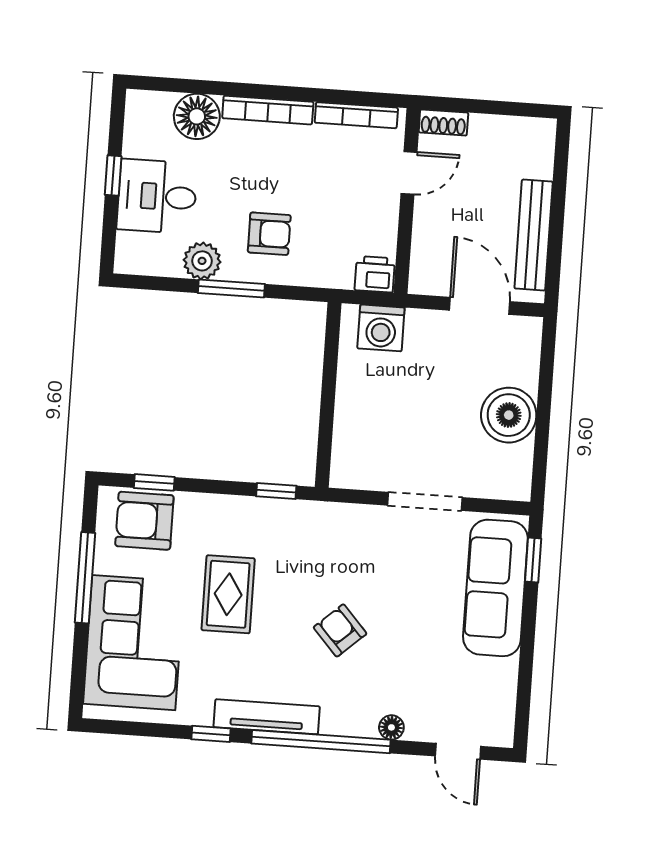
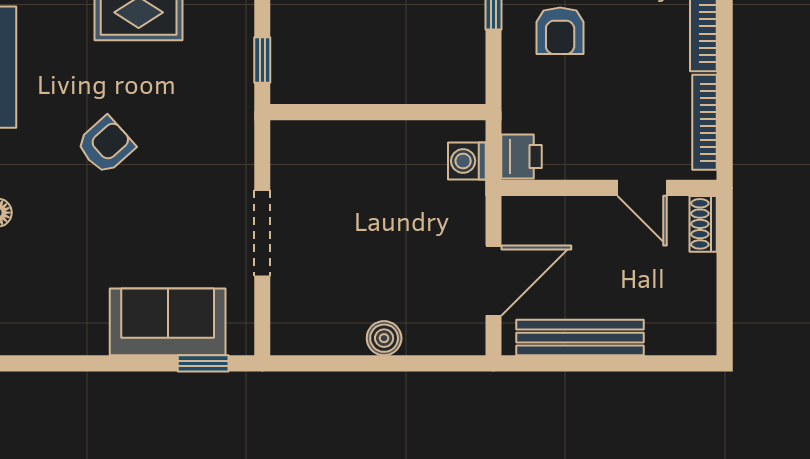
washing machine: (381, 328) -> (467, 161), width x0.73, depth x0.73
boiler: (509, 415) -> (384, 338), width x0.54, depth x0.54
sofa: (495, 588) -> (168, 322), width x0.73

